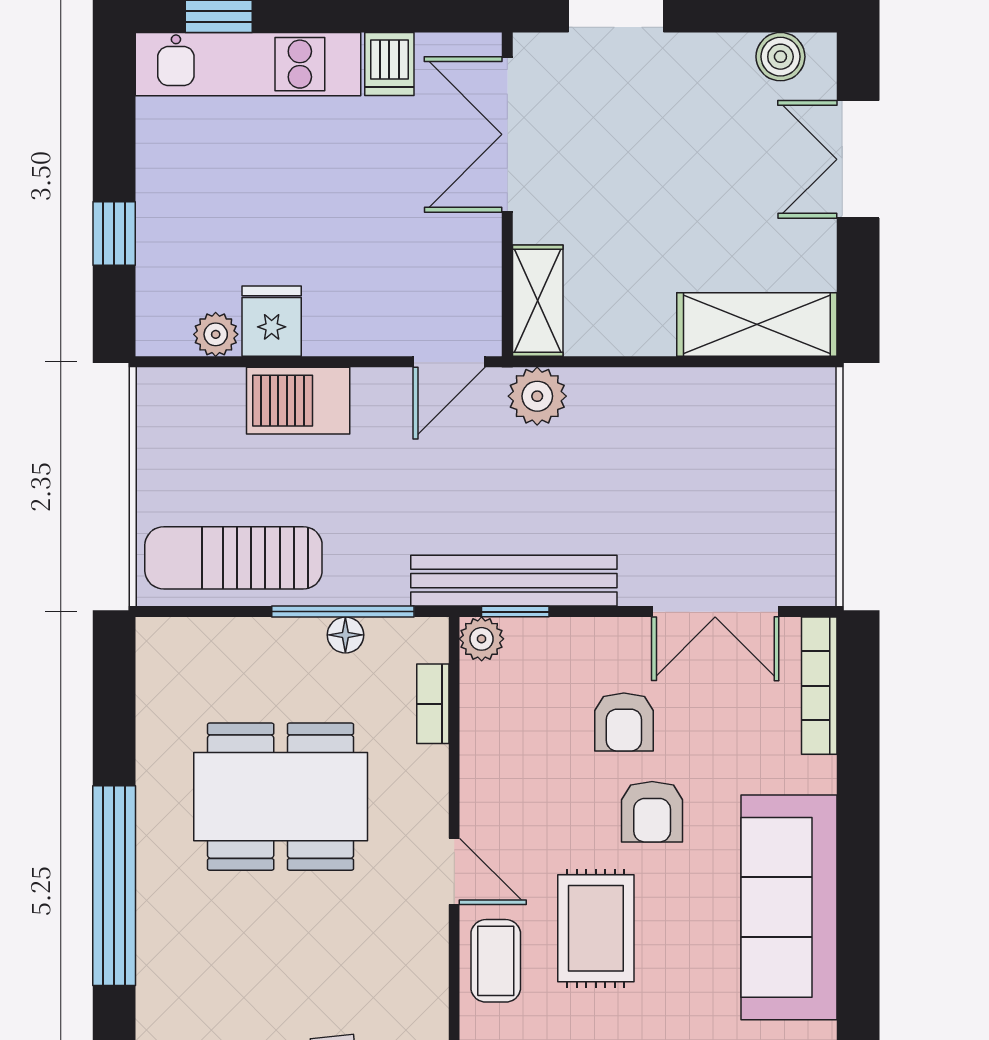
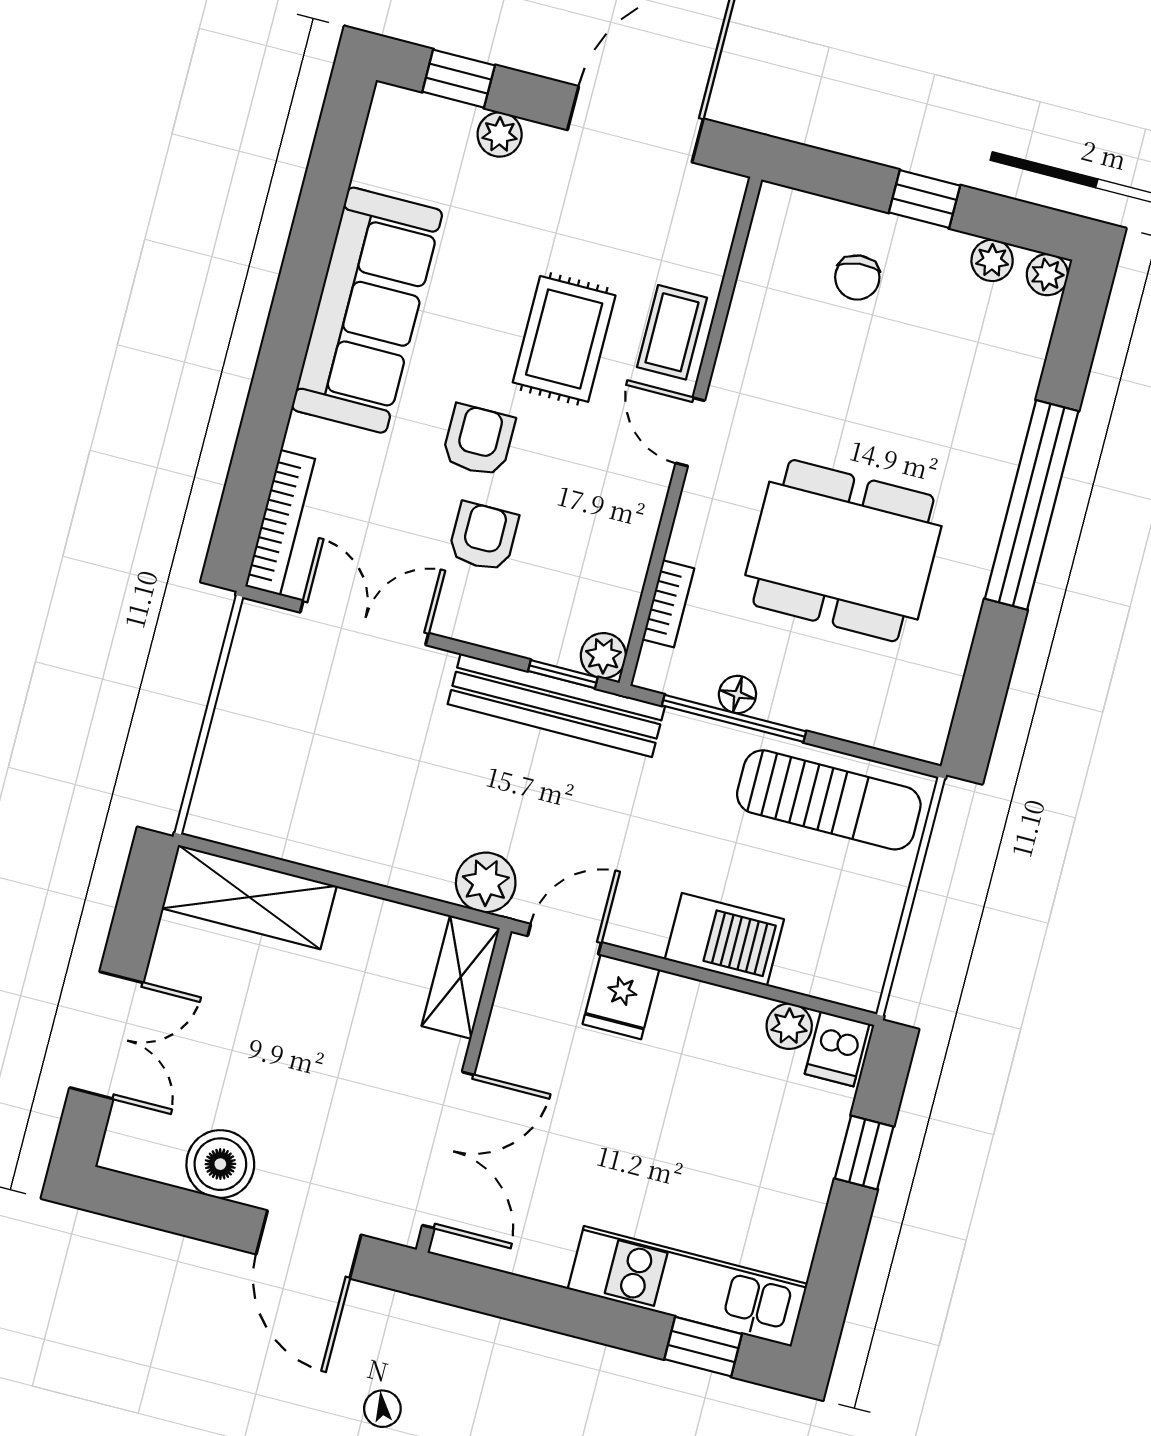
boiler: (780, 57) -> (220, 1164), moved, width x1.36, depth x1.36
dishwasher: (389, 64) -> (837, 1049), moved, turned 180
fridge: (272, 321) -> (621, 997), moved

